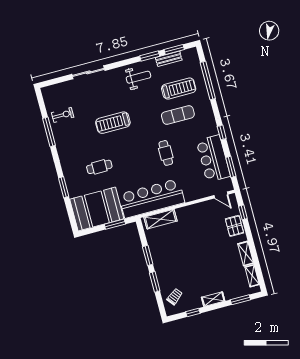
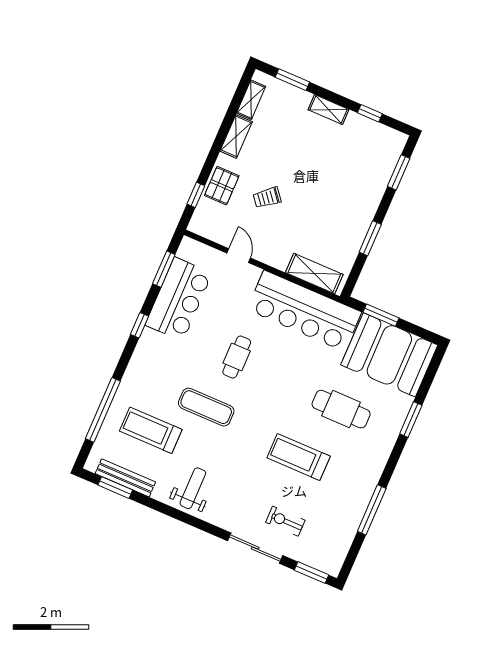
window: (150, 56) -> (311, 572), moved
bench: (169, 59) -> (125, 478), width x1.36
weight bench: (138, 77) -> (193, 488), turned 90
exercise bike: (63, 115) -> (285, 521), moved
exercise mat: (178, 115) -> (206, 407), moved
treadmill: (113, 123) -> (299, 457), moved, turned 180
cafe table: (99, 167) -> (341, 409), width x1.37, depth x1.35
door: (221, 195) -> (239, 256), moved
window: (155, 282) -> (399, 172), moved
trolley: (175, 297) -> (267, 198), moved

